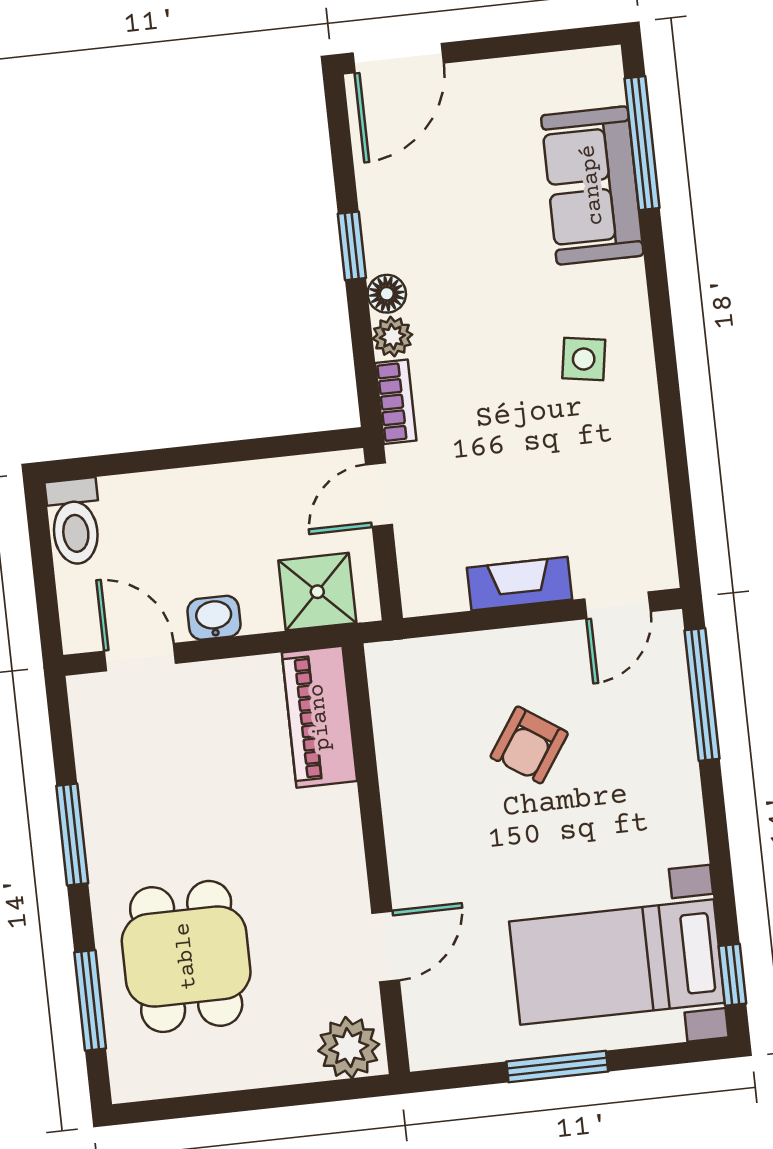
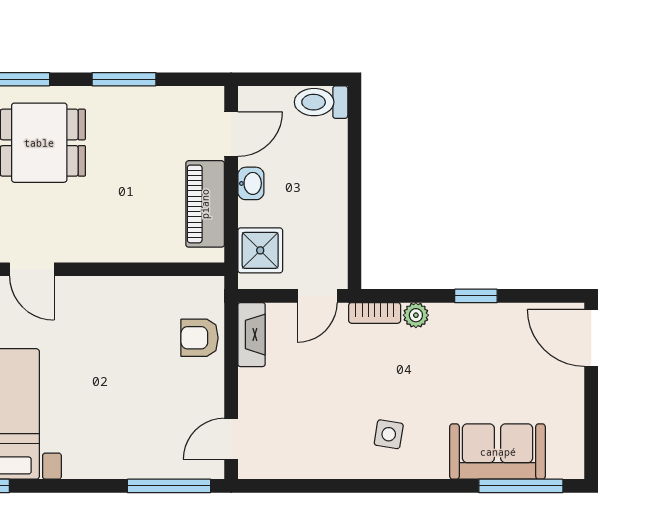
floor lamp: (387, 294) -> (443, 315), removed
door: (379, 495) -> (317, 296), swing flipped
fireplace: (520, 584) -> (251, 335), moved
door: (617, 605) -> (231, 439), hinge flipped
piano: (320, 717) -> (205, 204), moved, turned -90
armchair: (529, 745) -> (199, 338), moved, turned -34

